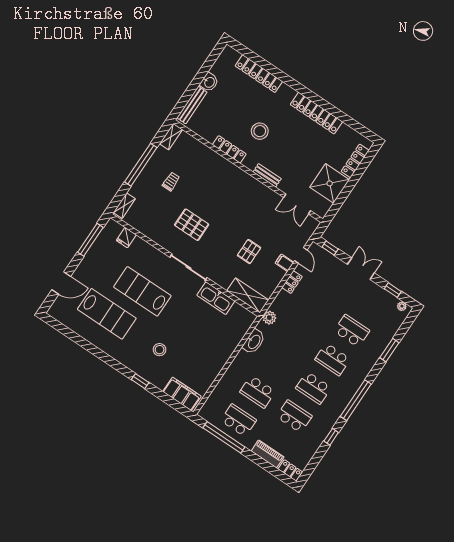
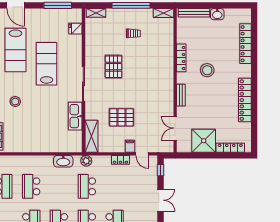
pallet: (249, 252) -> (121, 117), width x1.50, depth x1.42
door: (301, 255) -> (142, 154), hinge flipped
school desk: (296, 335) -> (87, 186), added

